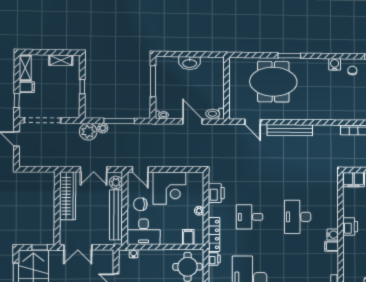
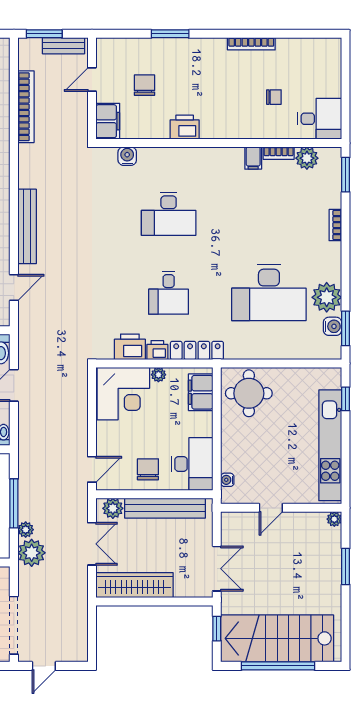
corner desk: (169, 188) -> (123, 394), moved, turned 90
chair: (140, 204) -> (148, 469), turned 180
water cooler: (333, 235) -> (127, 156), moved
filing cabinet: (188, 237) -> (201, 392), width x2.00
filing cabinet: (332, 246) -> (253, 158), moved
printer: (214, 259) -> (157, 350), moved

